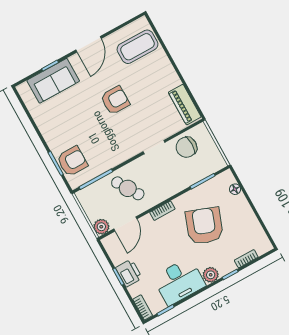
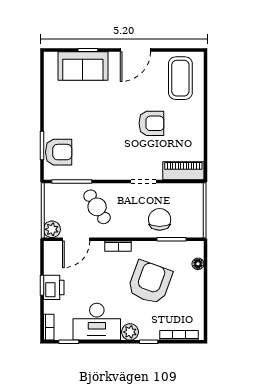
coffee table: (137, 47) -> (180, 78), turned 90
armchair: (115, 100) -> (151, 123), moved
piano: (185, 105) -> (183, 171), moved, turned 90
chair: (186, 147) -> (160, 219), moved, turned 90
bookcase: (246, 259) -> (179, 335), width x1.56

